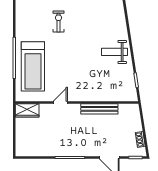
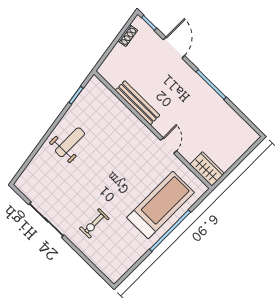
weight bench: (115, 52) -> (70, 142), turned -90
door: (60, 102) -> (169, 146), swing flipped

